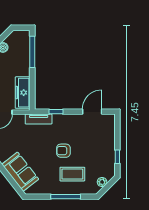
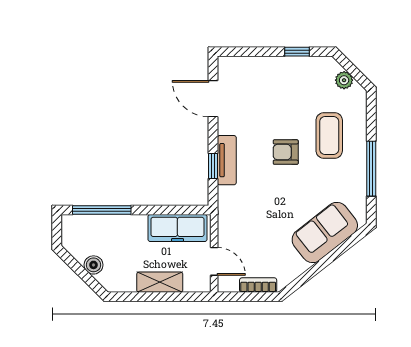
tv unit: (39, 119) -> (227, 160), moved
armchair: (63, 151) -> (286, 152), turned 90
window: (66, 197) -> (371, 169), moved

